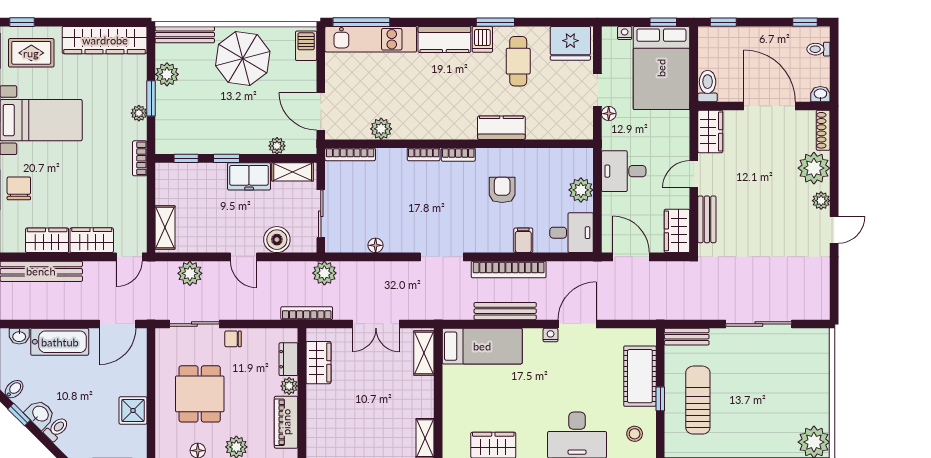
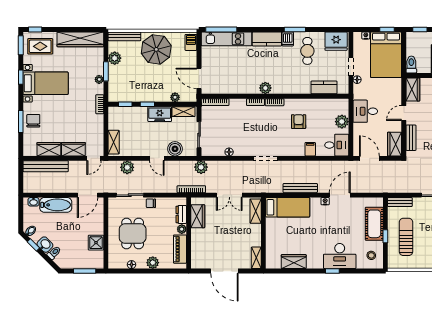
kitchen counter: (501, 128) -> (324, 87), moved
plant: (381, 129) -> (265, 88), moved
bookcase: (509, 270) -> (302, 165), removed

